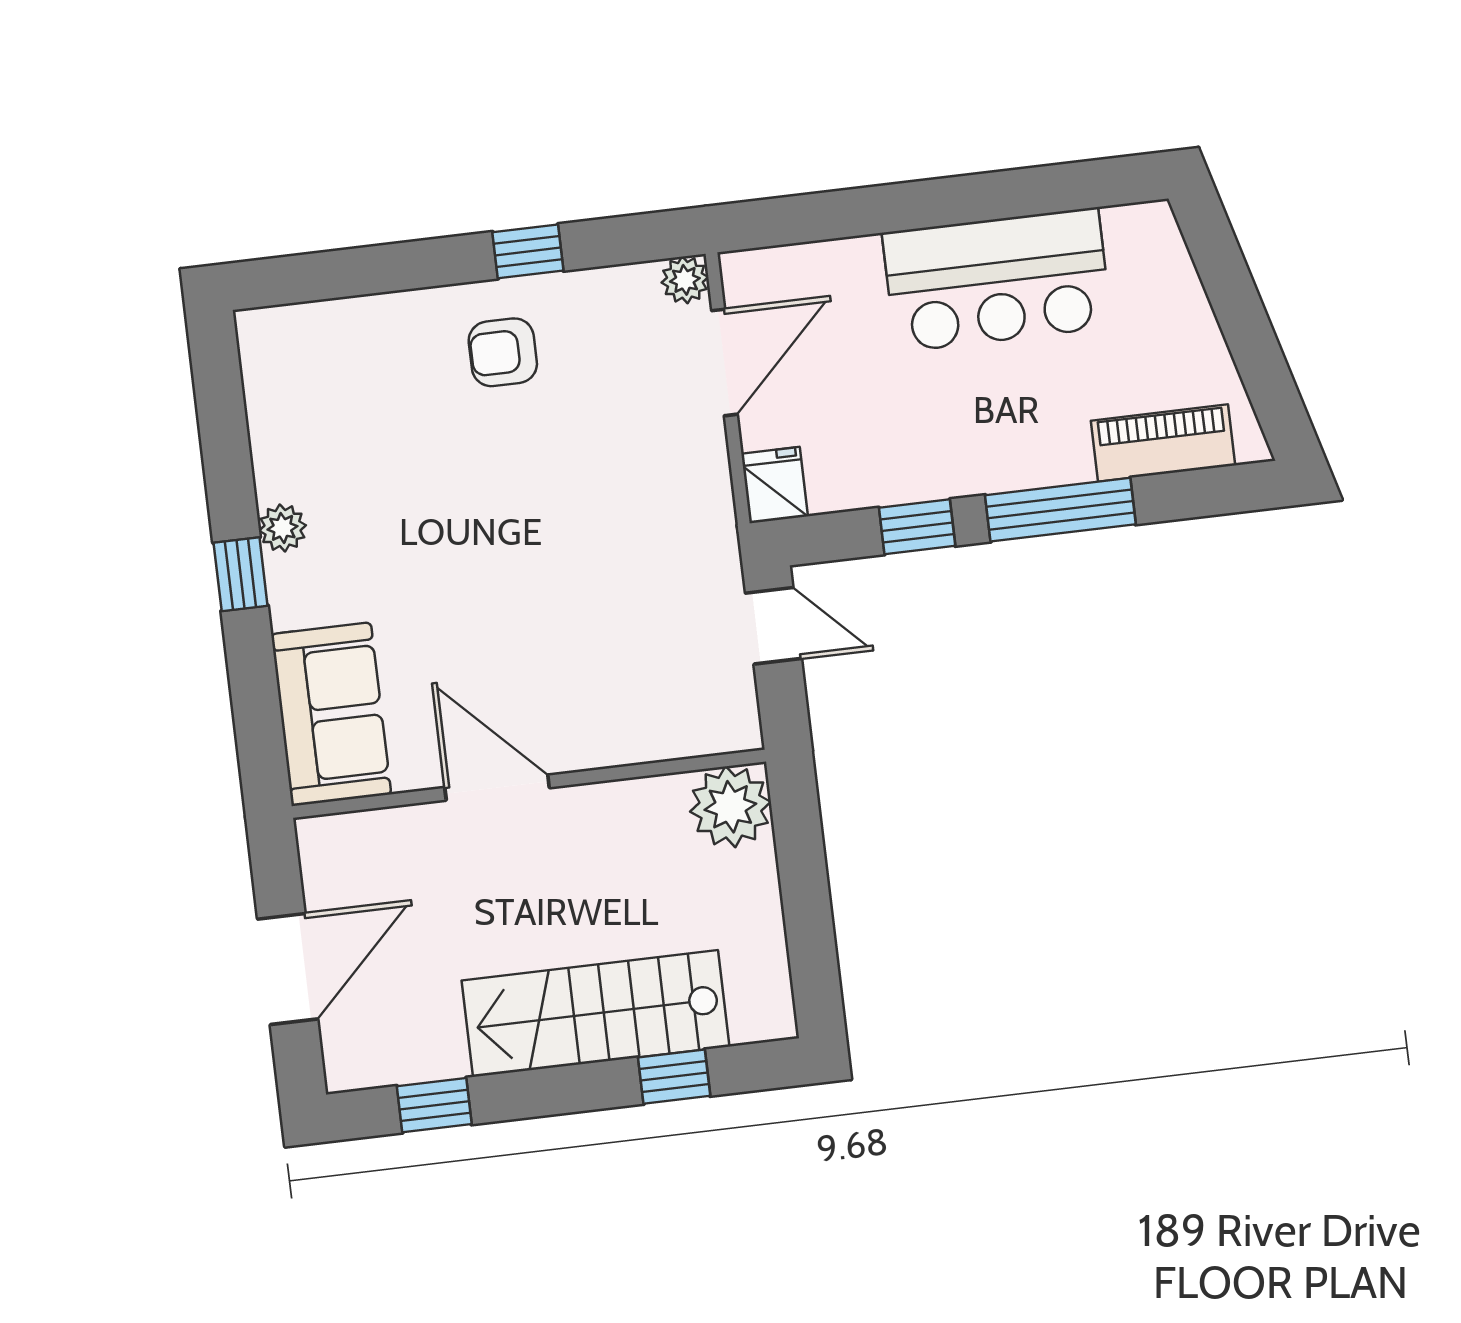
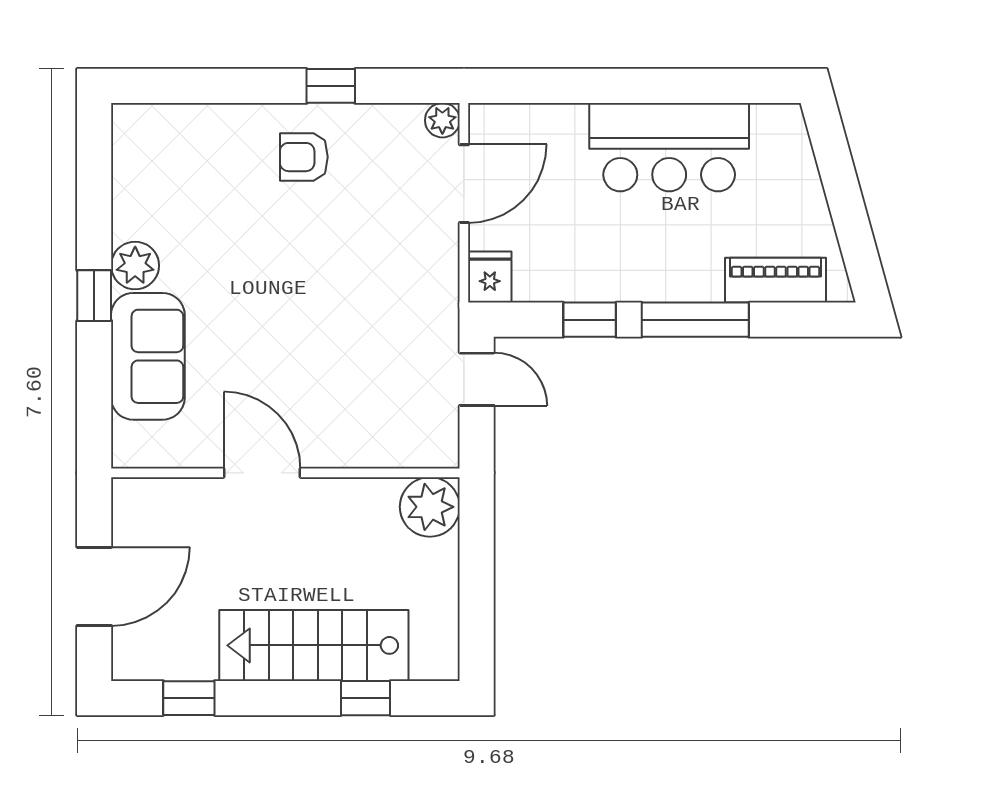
plant: (282, 528) -> (135, 266), width x1.38, depth x1.38
sofa: (331, 714) -> (148, 356), moved

